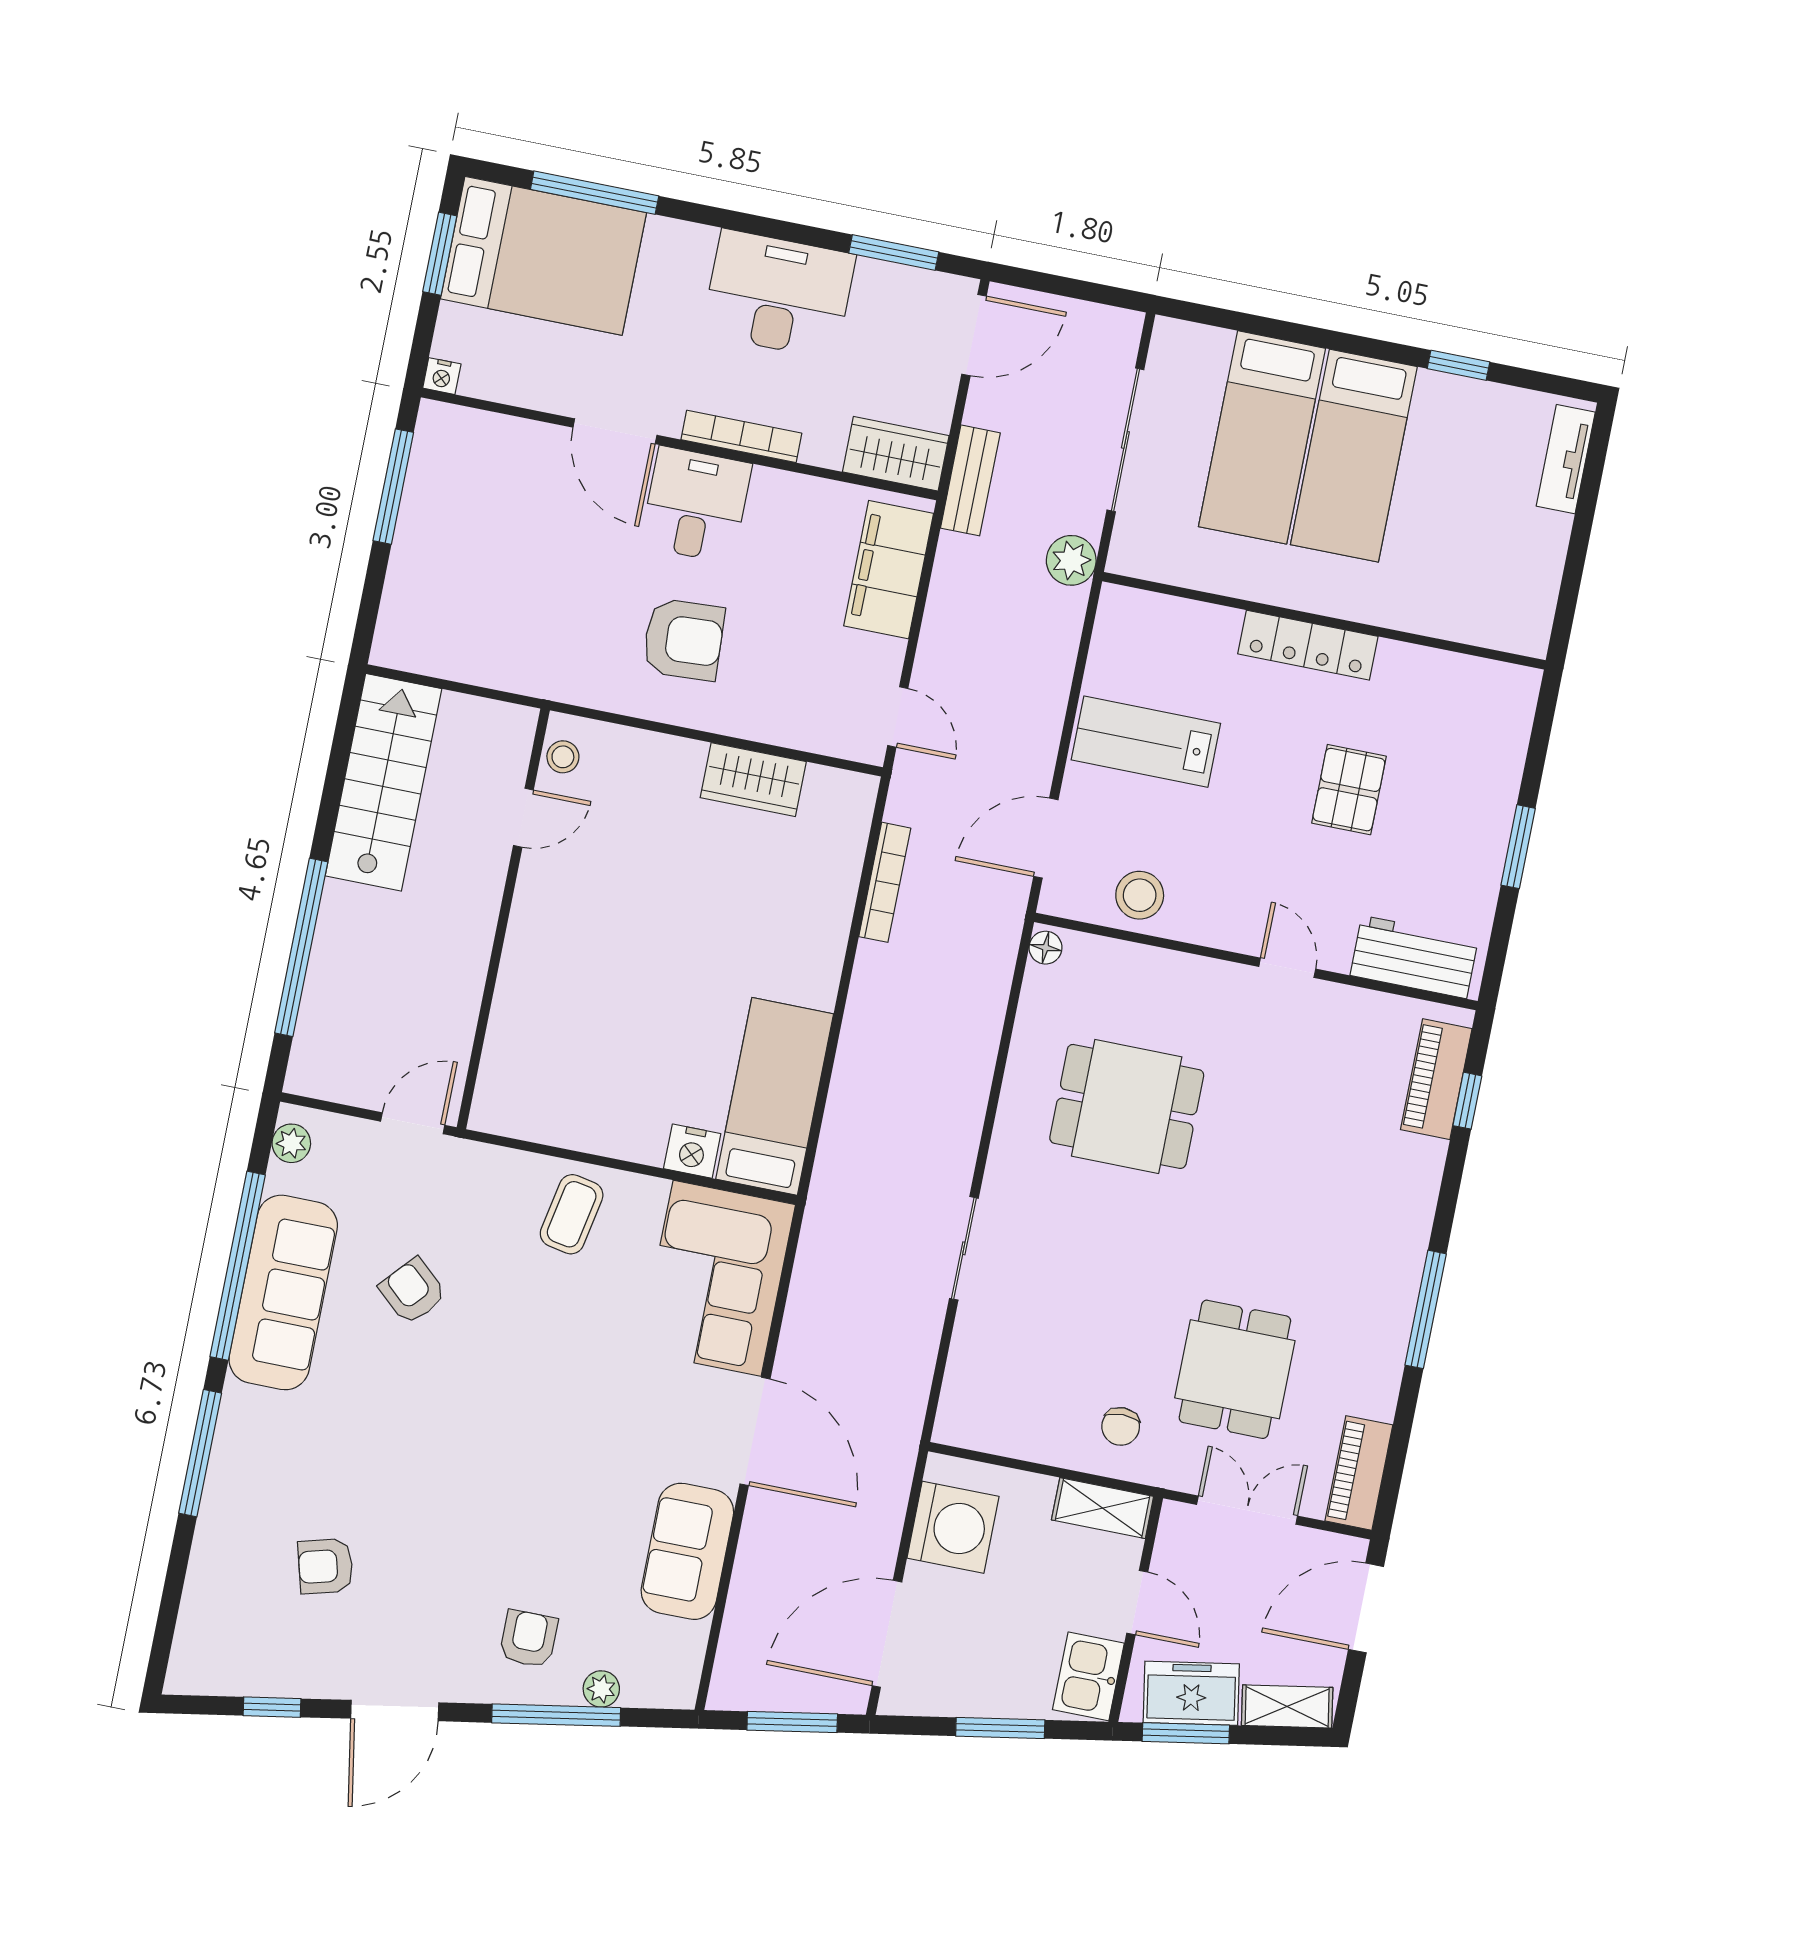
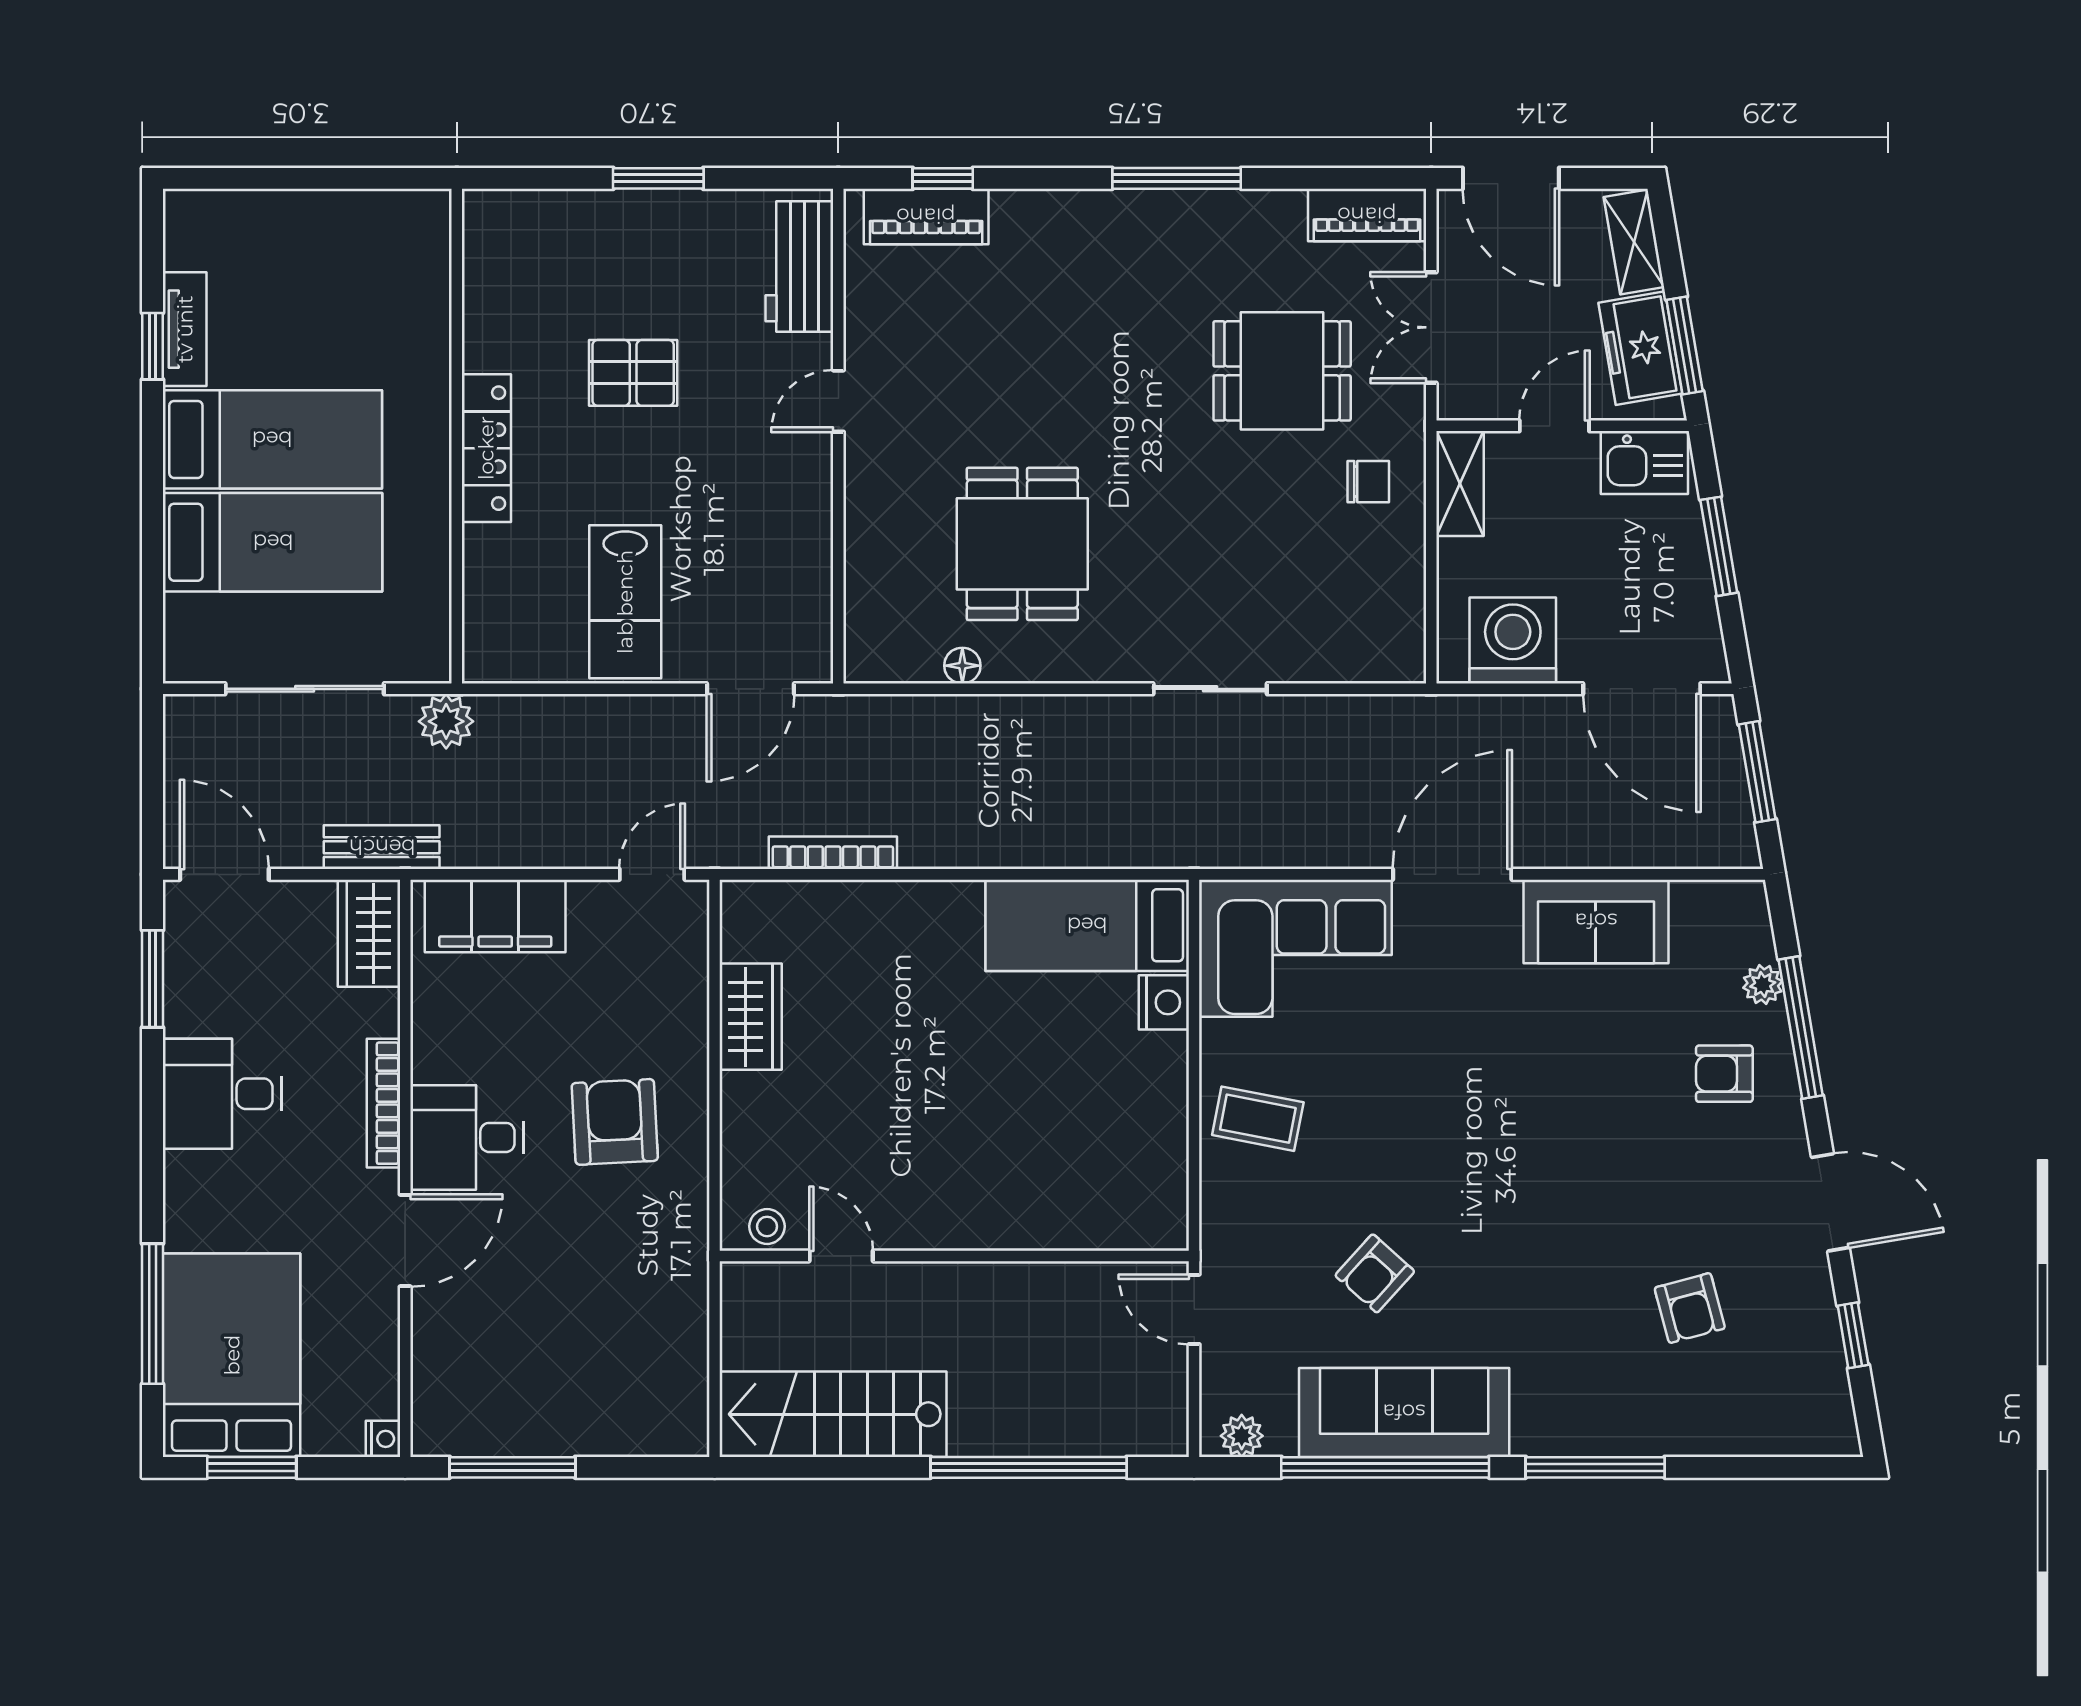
desk: (779, 294) -> (222, 1094), width x0.73
tv unit: (1566, 459) -> (185, 329), moved, turned -90
door: (1046, 838) -> (751, 689), hinge flipped
stool: (1140, 895) -> (792, 576), removed
floor lamp: (1046, 948) -> (962, 666), moved

